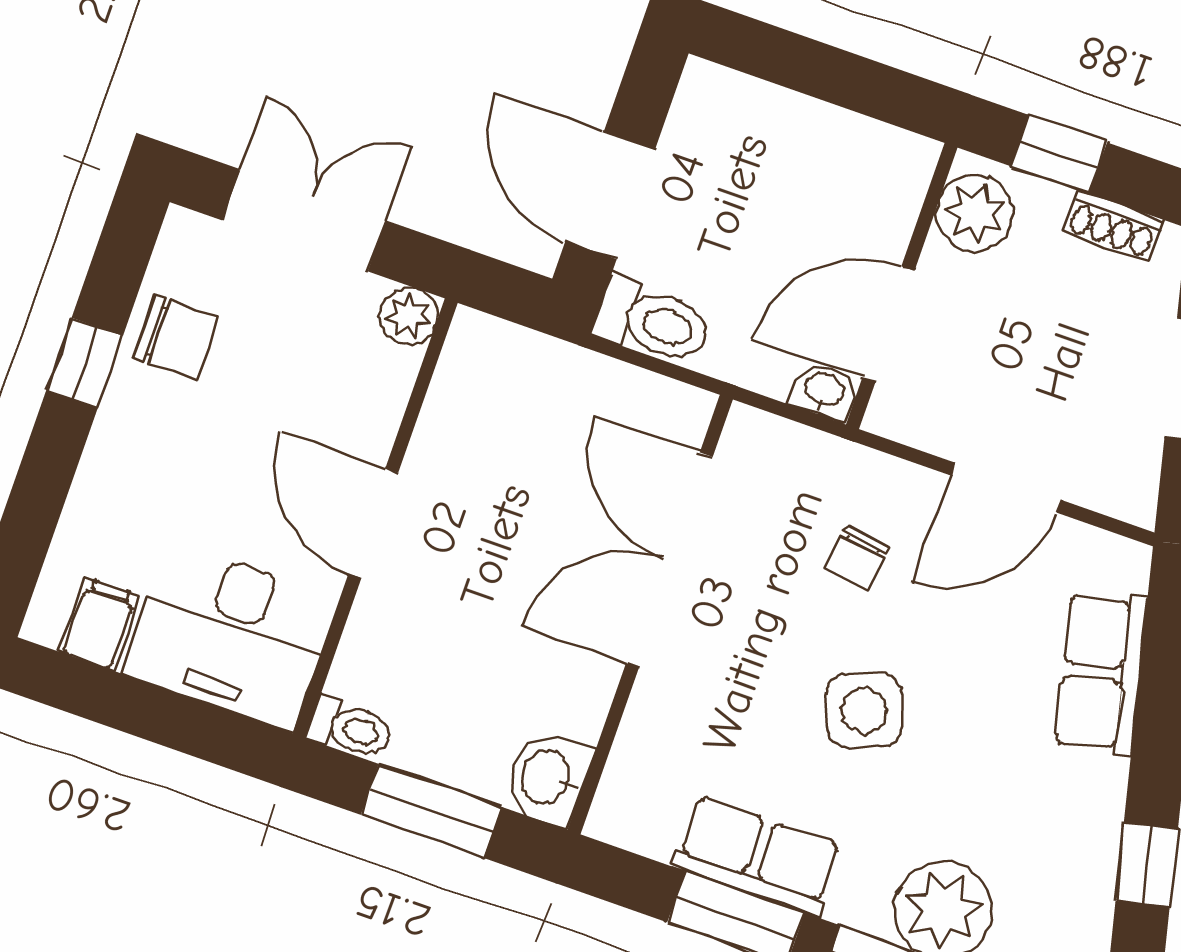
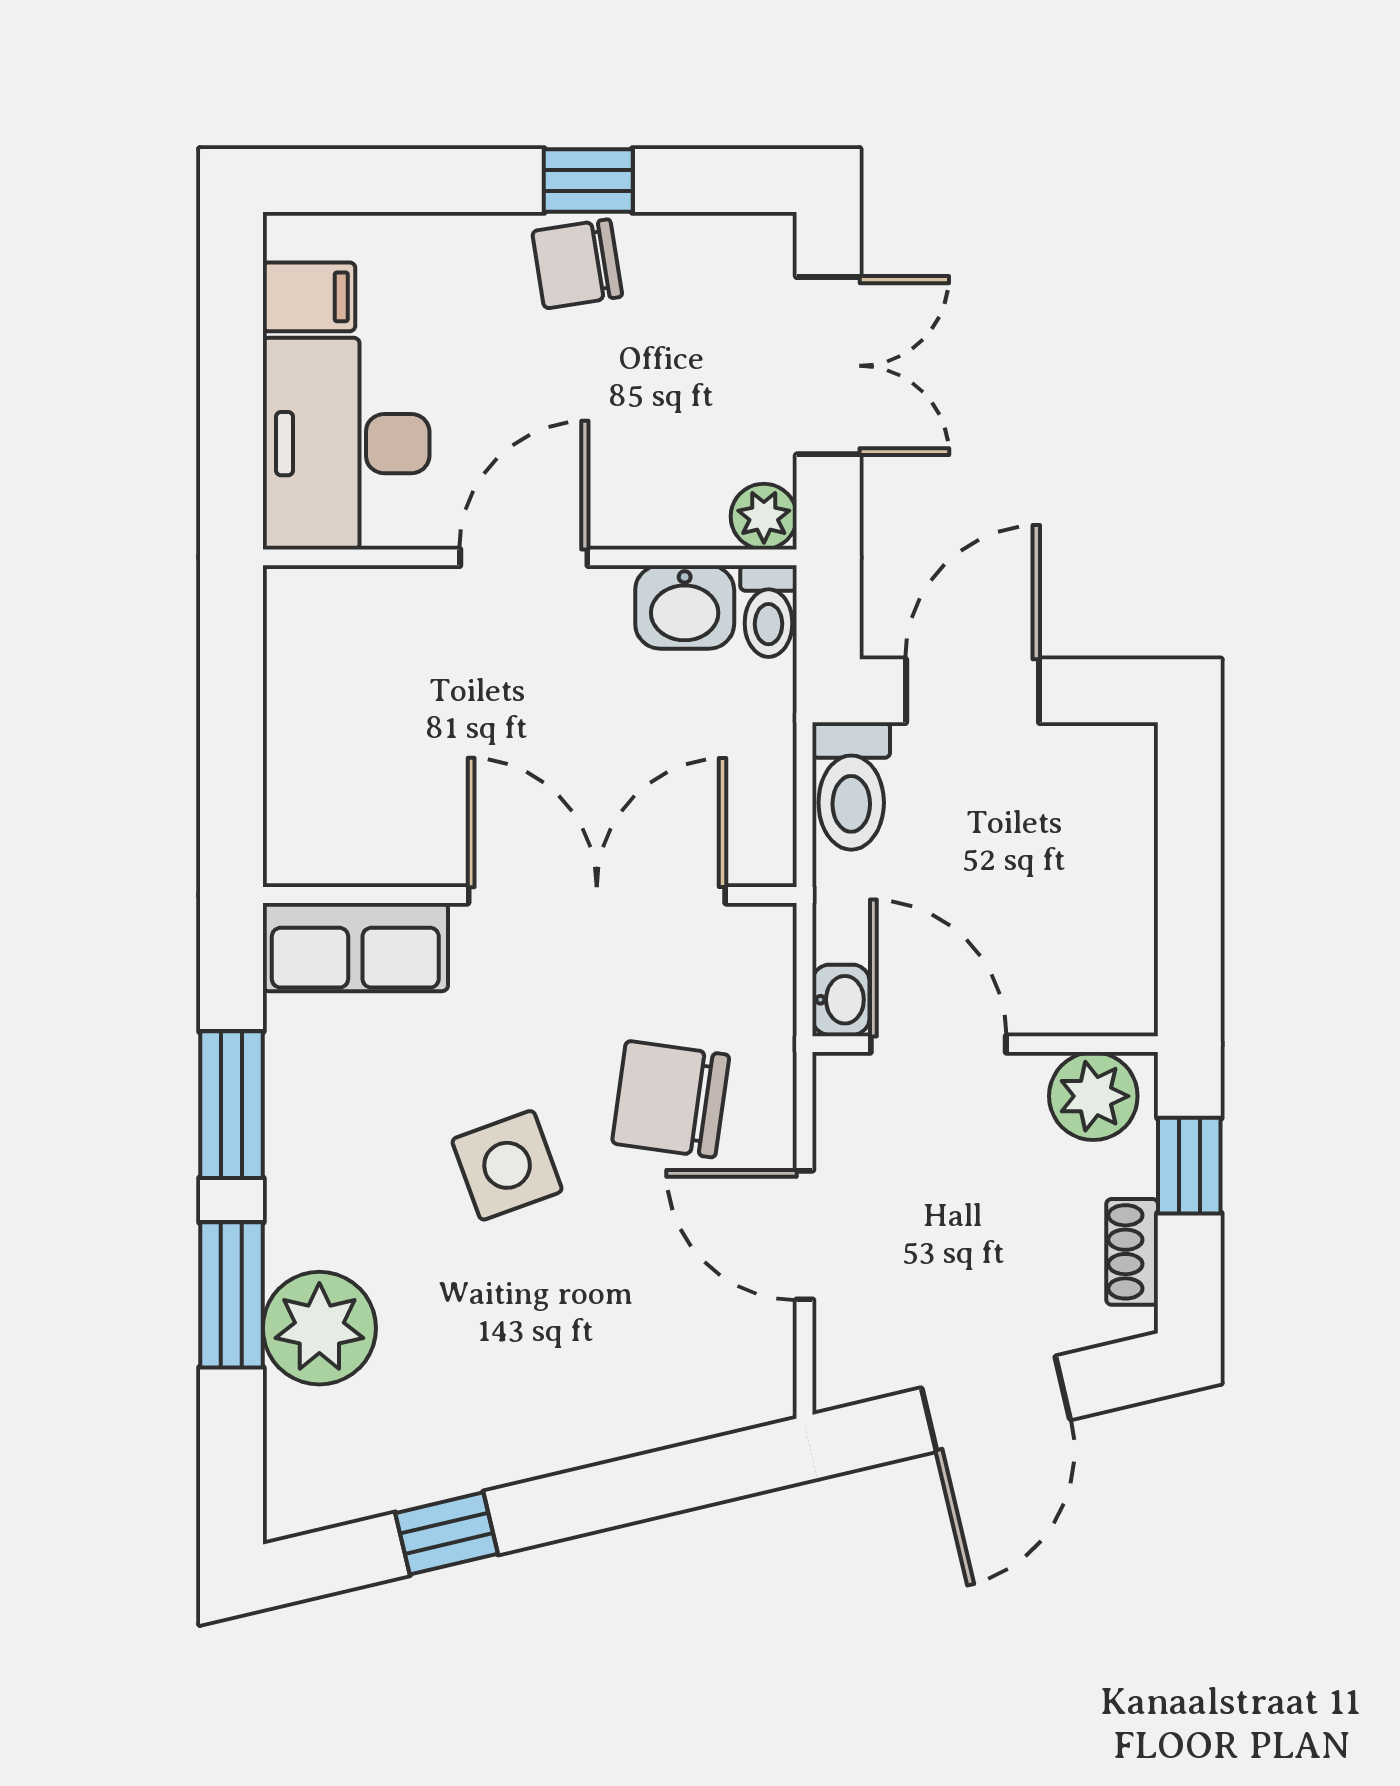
chair: (176, 338) -> (577, 264), moved, turned 81
chair: (857, 558) -> (671, 1099), width x1.87, depth x1.87
row of seats: (1101, 673) -> (639, 1410), removed
toilet: (351, 728) -> (769, 611), moved
washbasin: (548, 778) -> (685, 607), moved, turned 180
window: (431, 811) -> (231, 731), removed
row of seats: (757, 856) -> (355, 947), moved, turned 90

